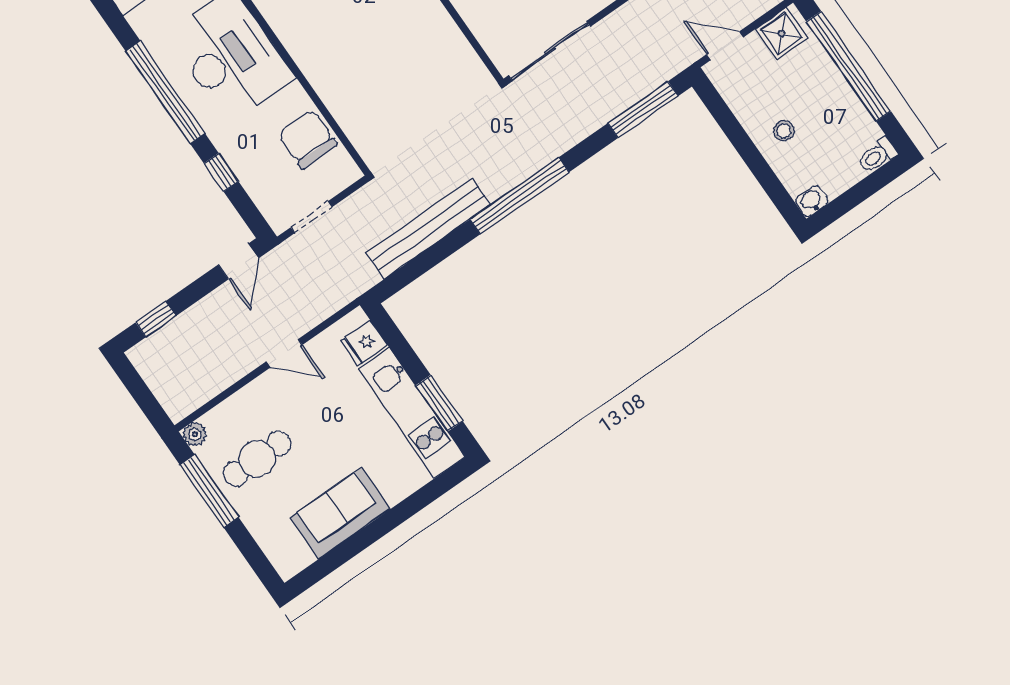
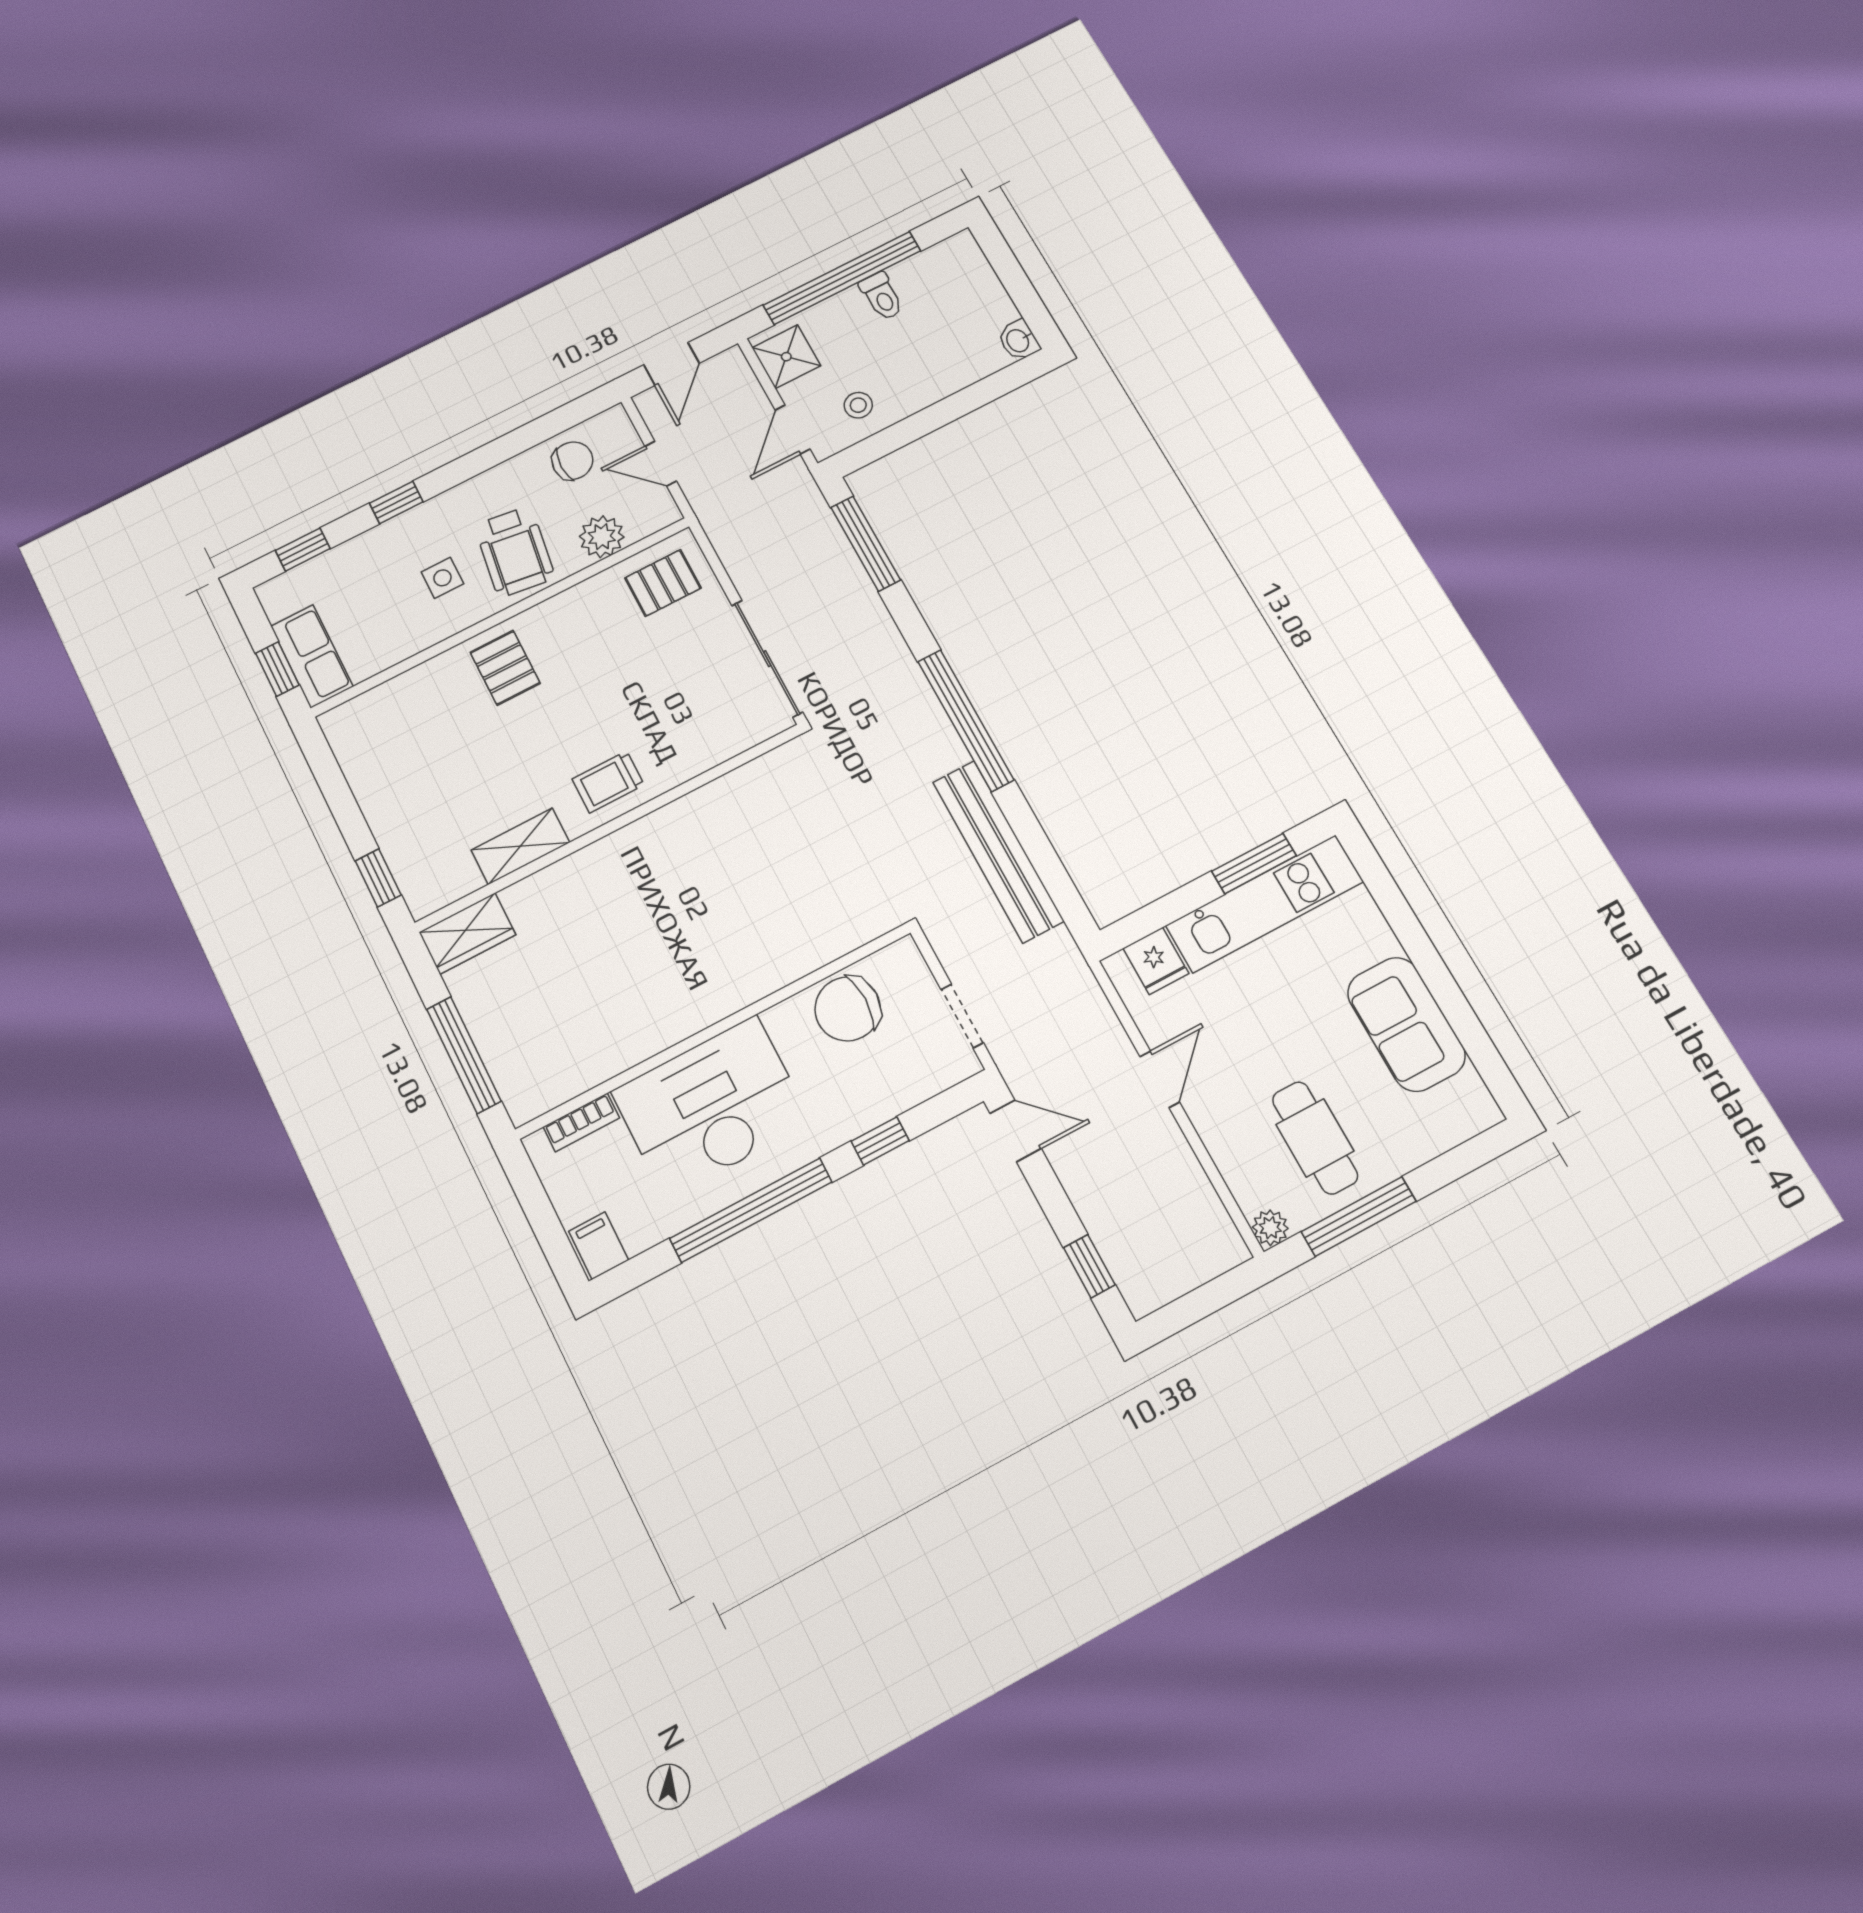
stool: (784, 131) -> (858, 405), moved
toilet: (878, 156) -> (882, 296), moved

